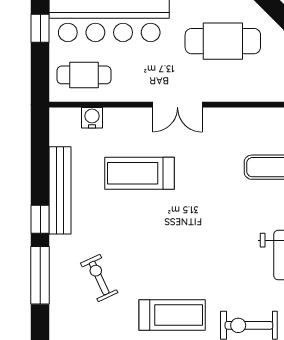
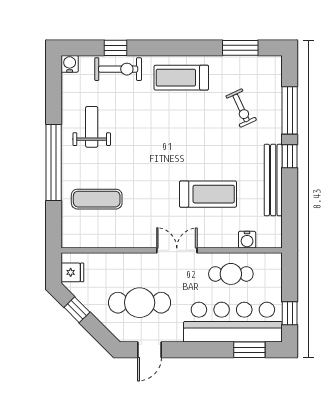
cafe table: (84, 75) -> (231, 274), moved

